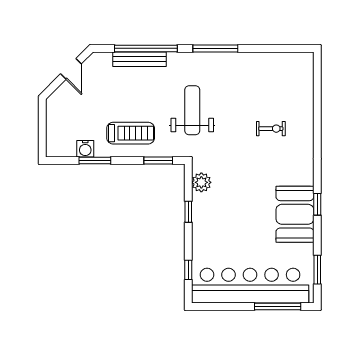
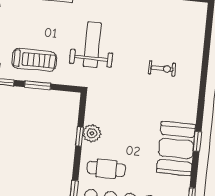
window: (158, 160) -> (38, 85), moved
plant: (201, 182) -> (92, 133), moved
cafe table: (221, 244) -> (106, 169), added

